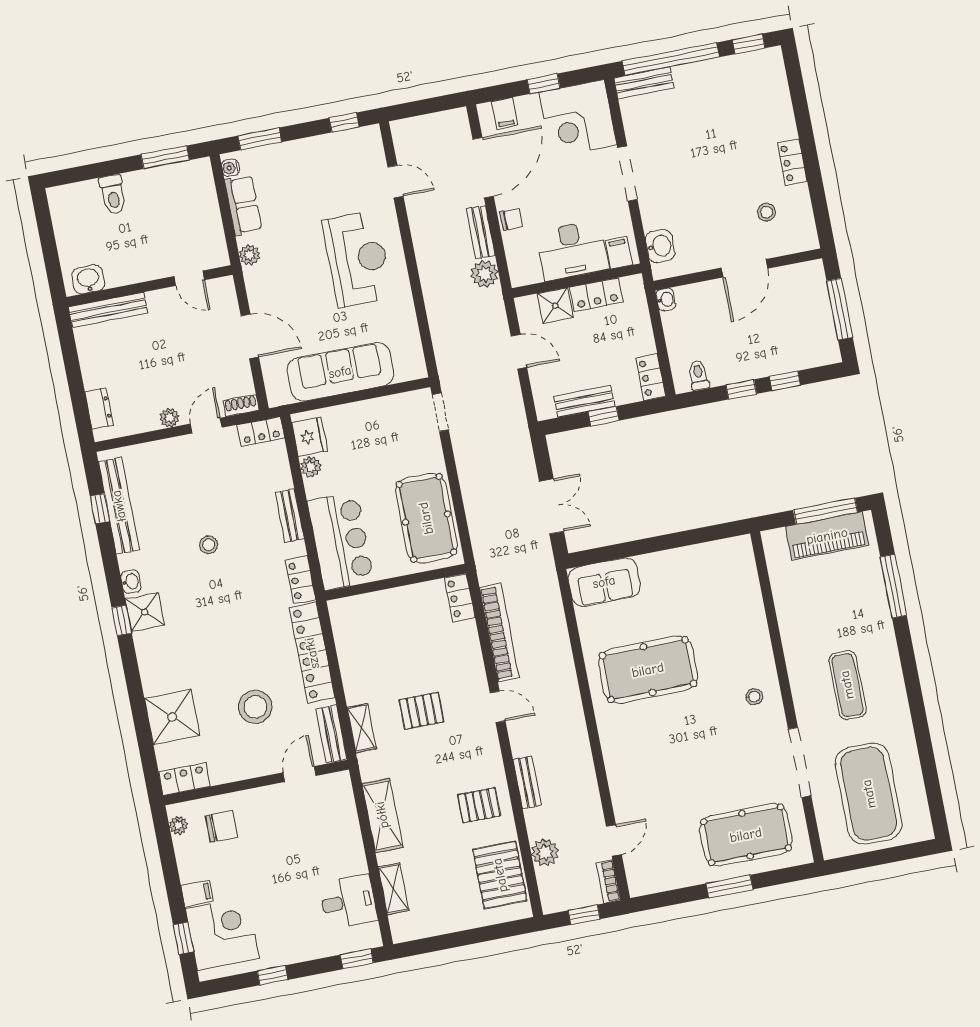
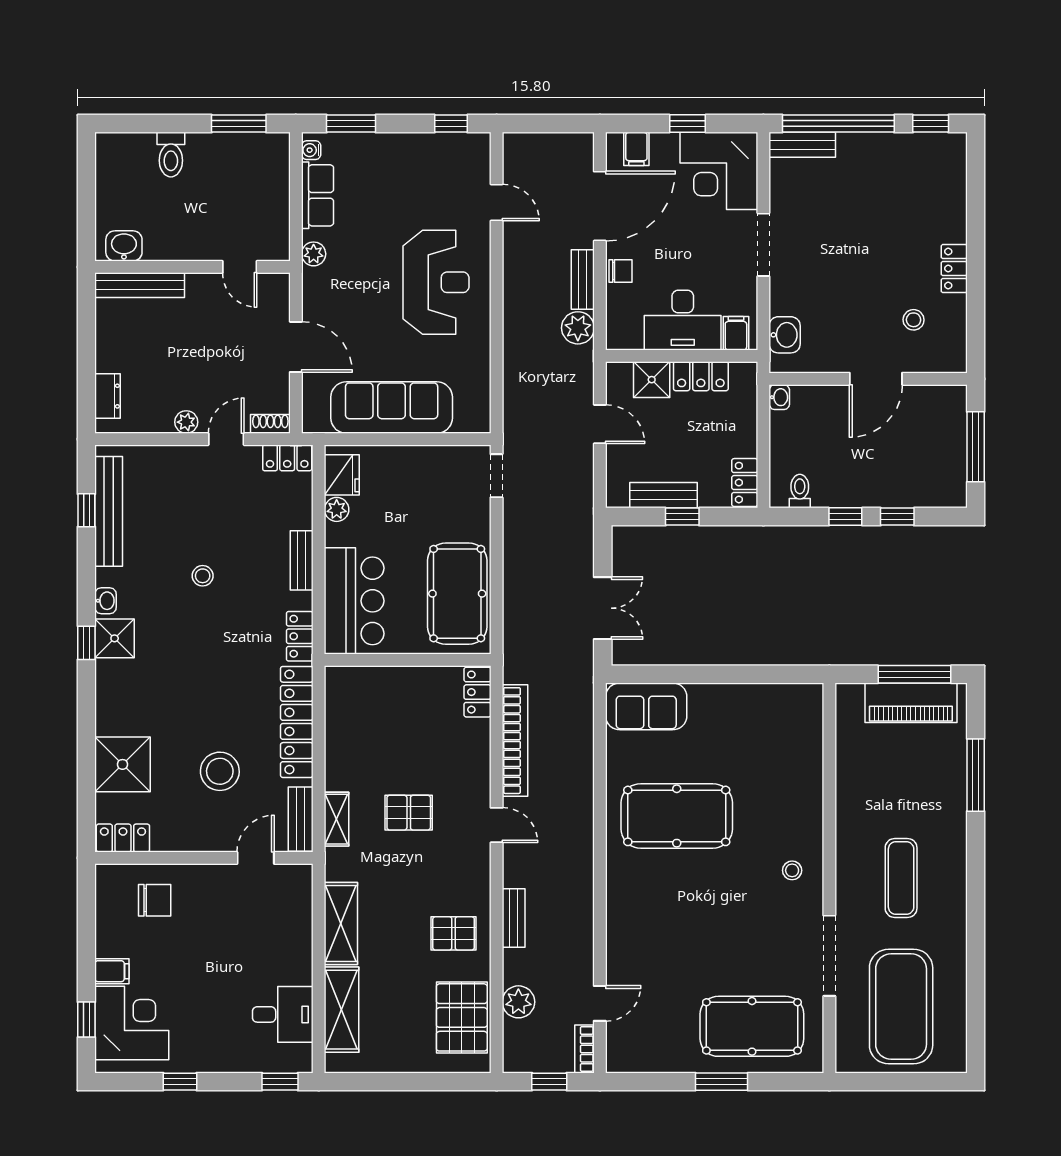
plant: (178, 825) -> (106, 889), removed
shelving: (393, 889) -> (342, 1010), width x1.50, depth x1.33

